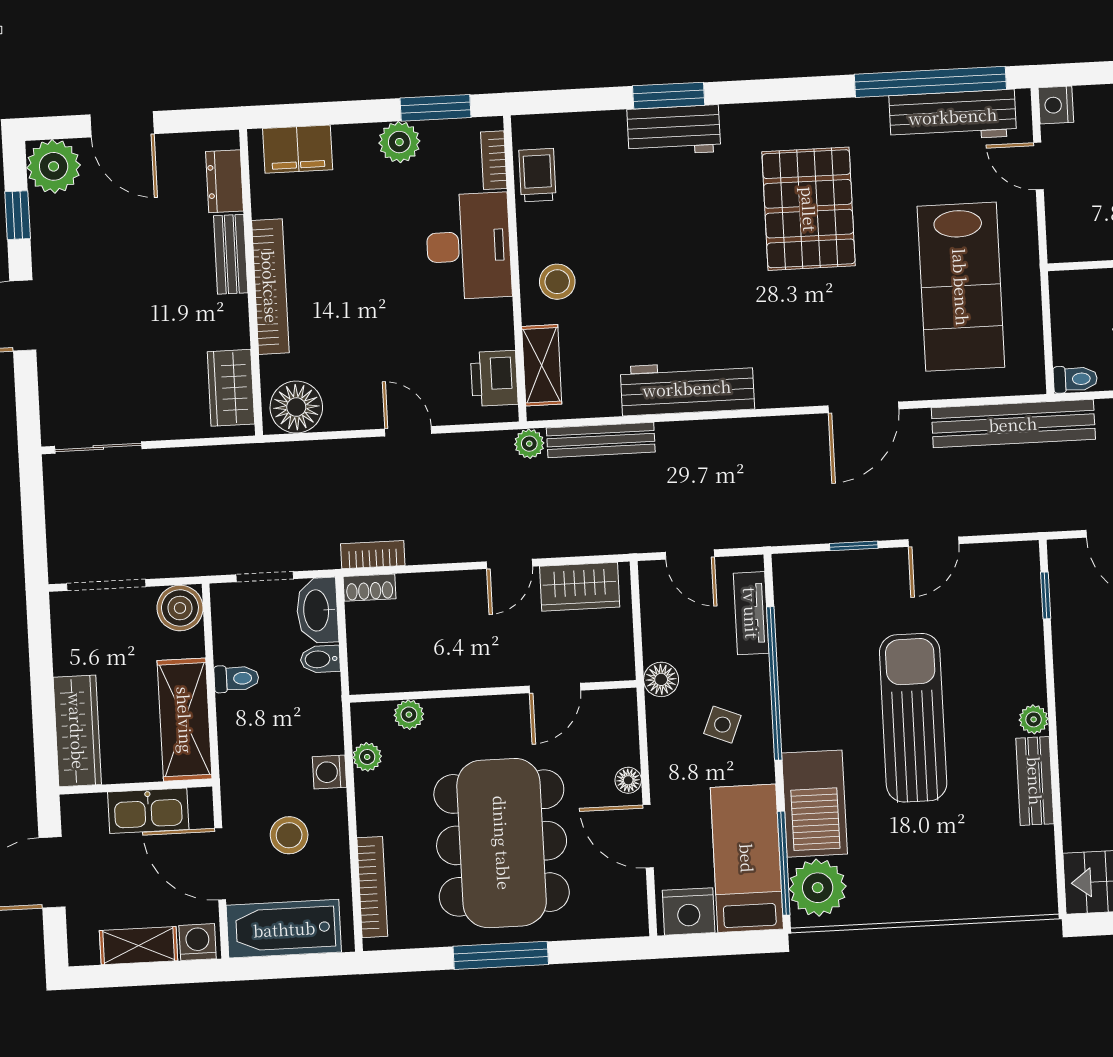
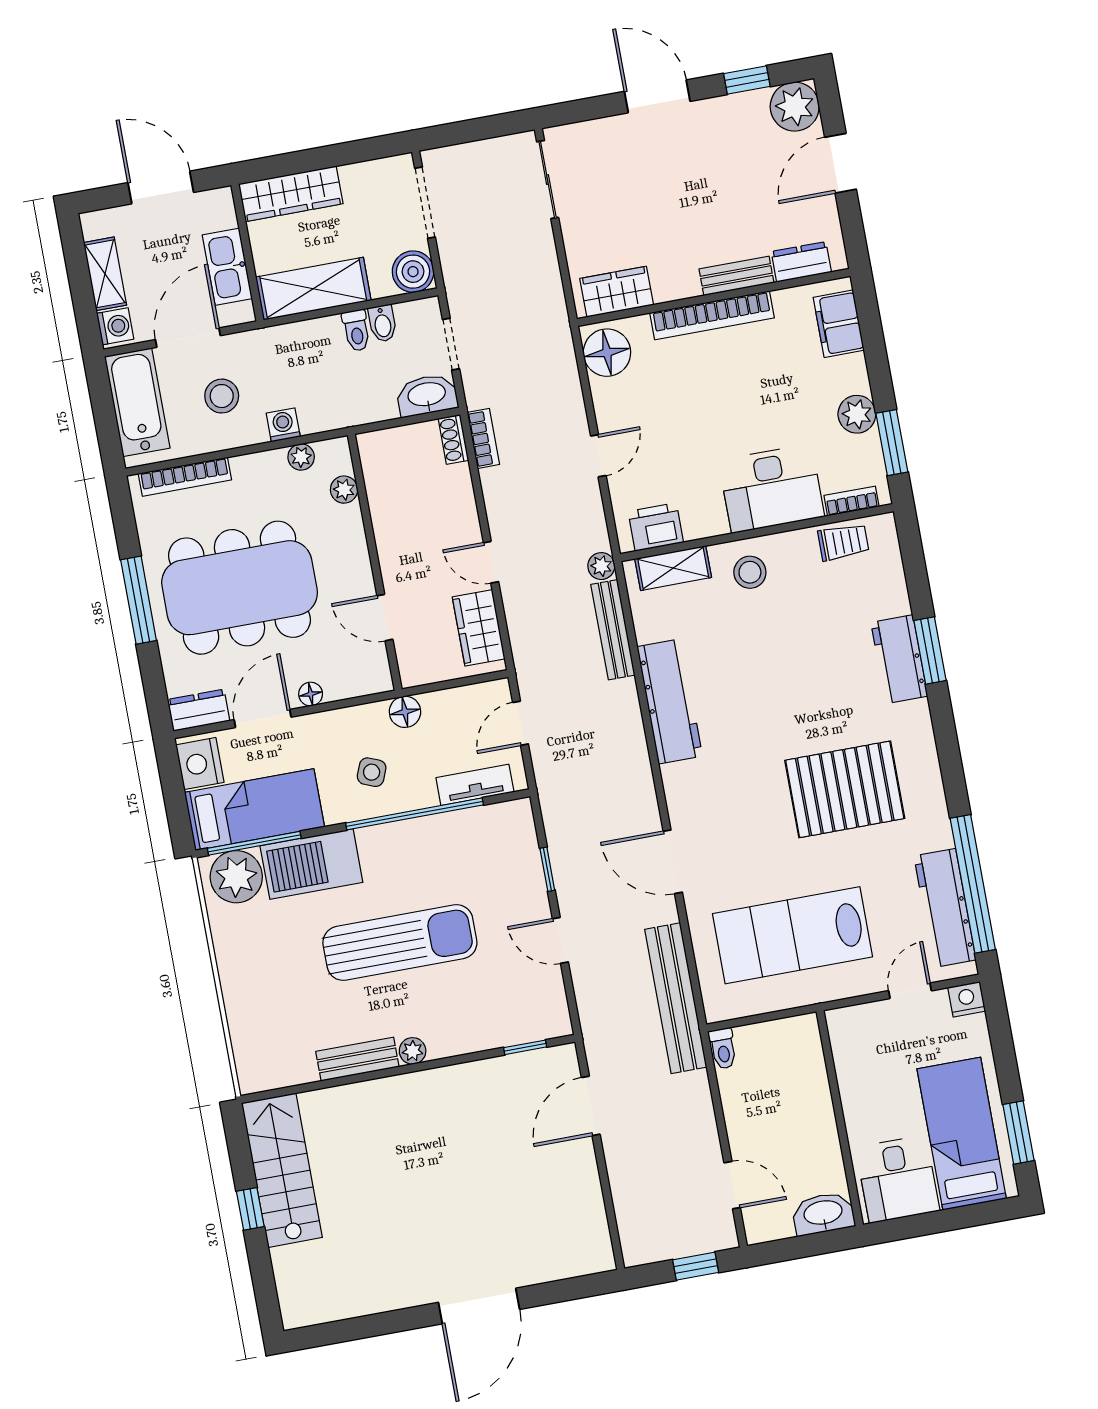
bidet: (320, 659) -> (382, 323), moved, turned 180
dresser: (630, 905) -> (199, 710), added

